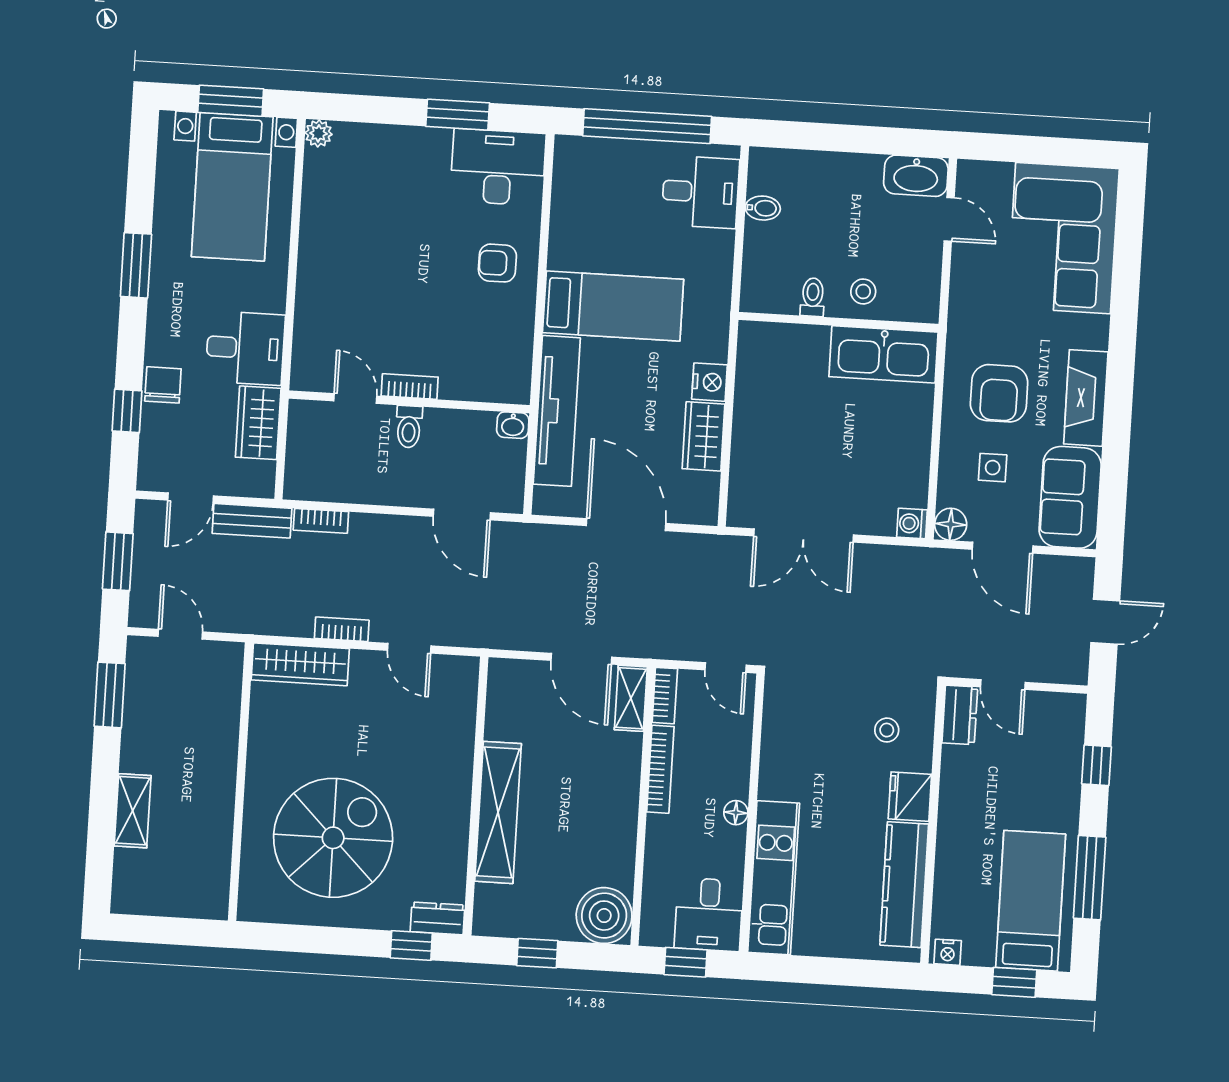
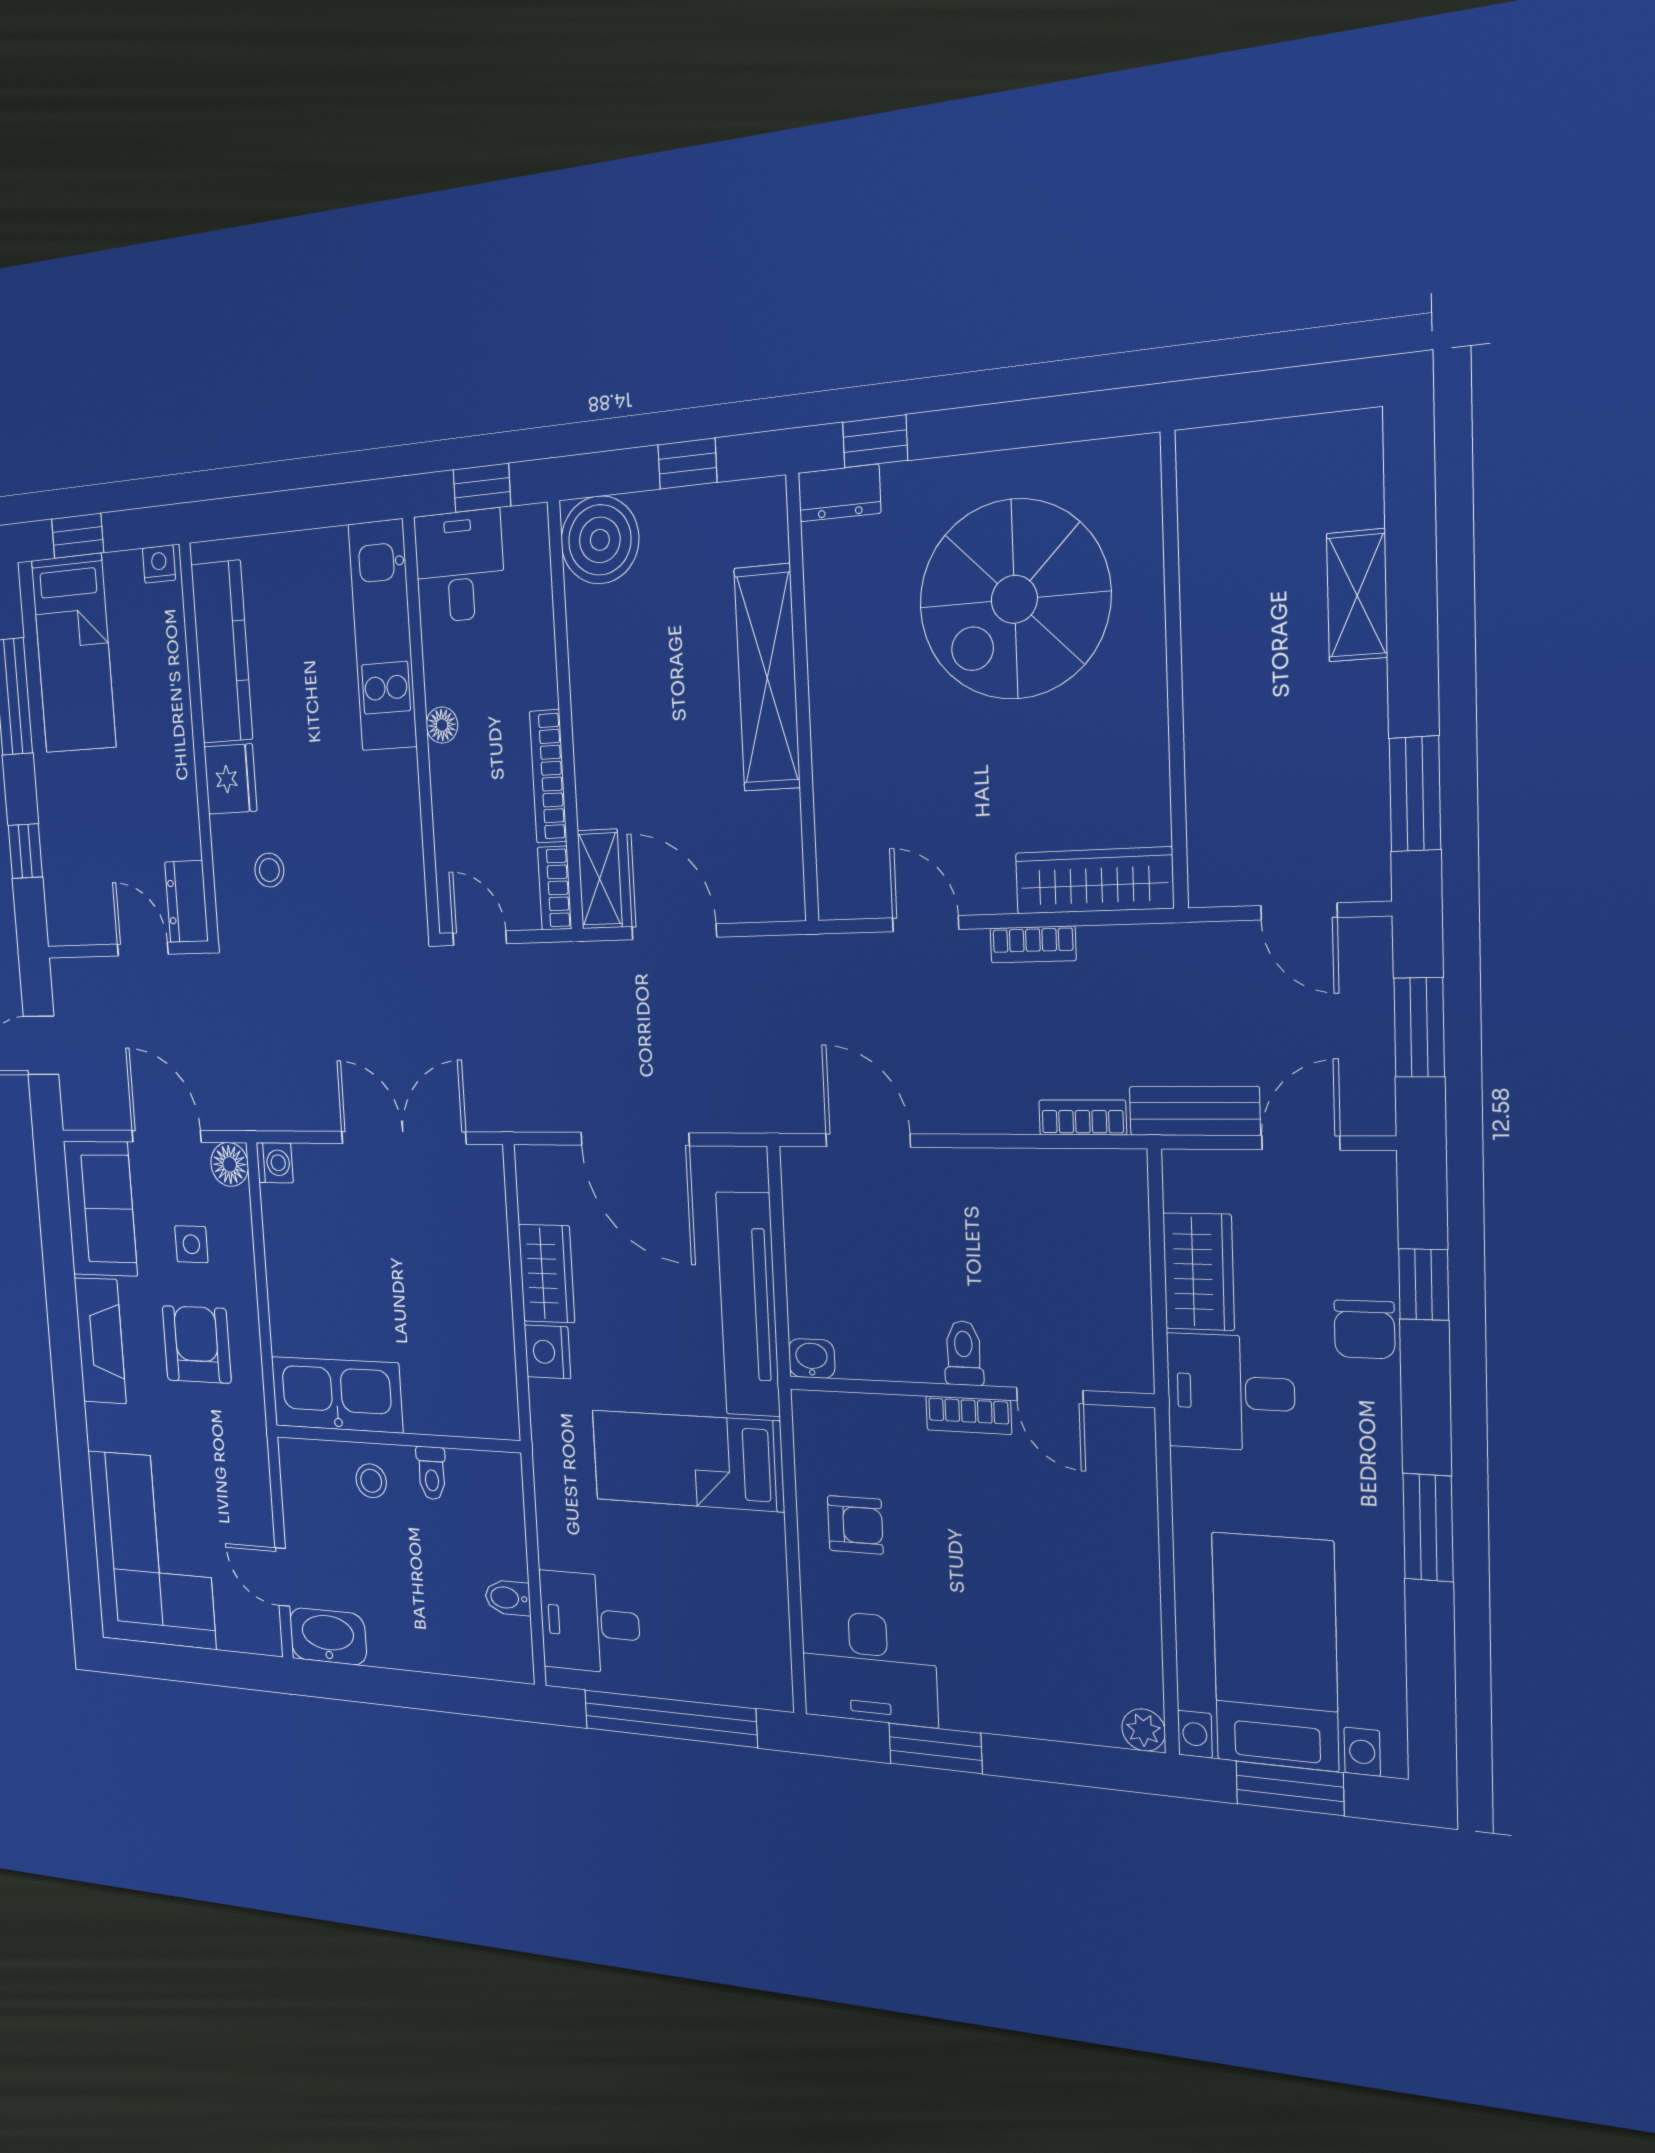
bookcase: (410, 387) -> (969, 1415), moved
door: (355, 399) -> (1050, 1396), moved
wall: (409, 402) -> (967, 1392), moved
washbasin: (513, 425) -> (812, 1359), moved
toilet: (409, 427) -> (964, 1353), moved

